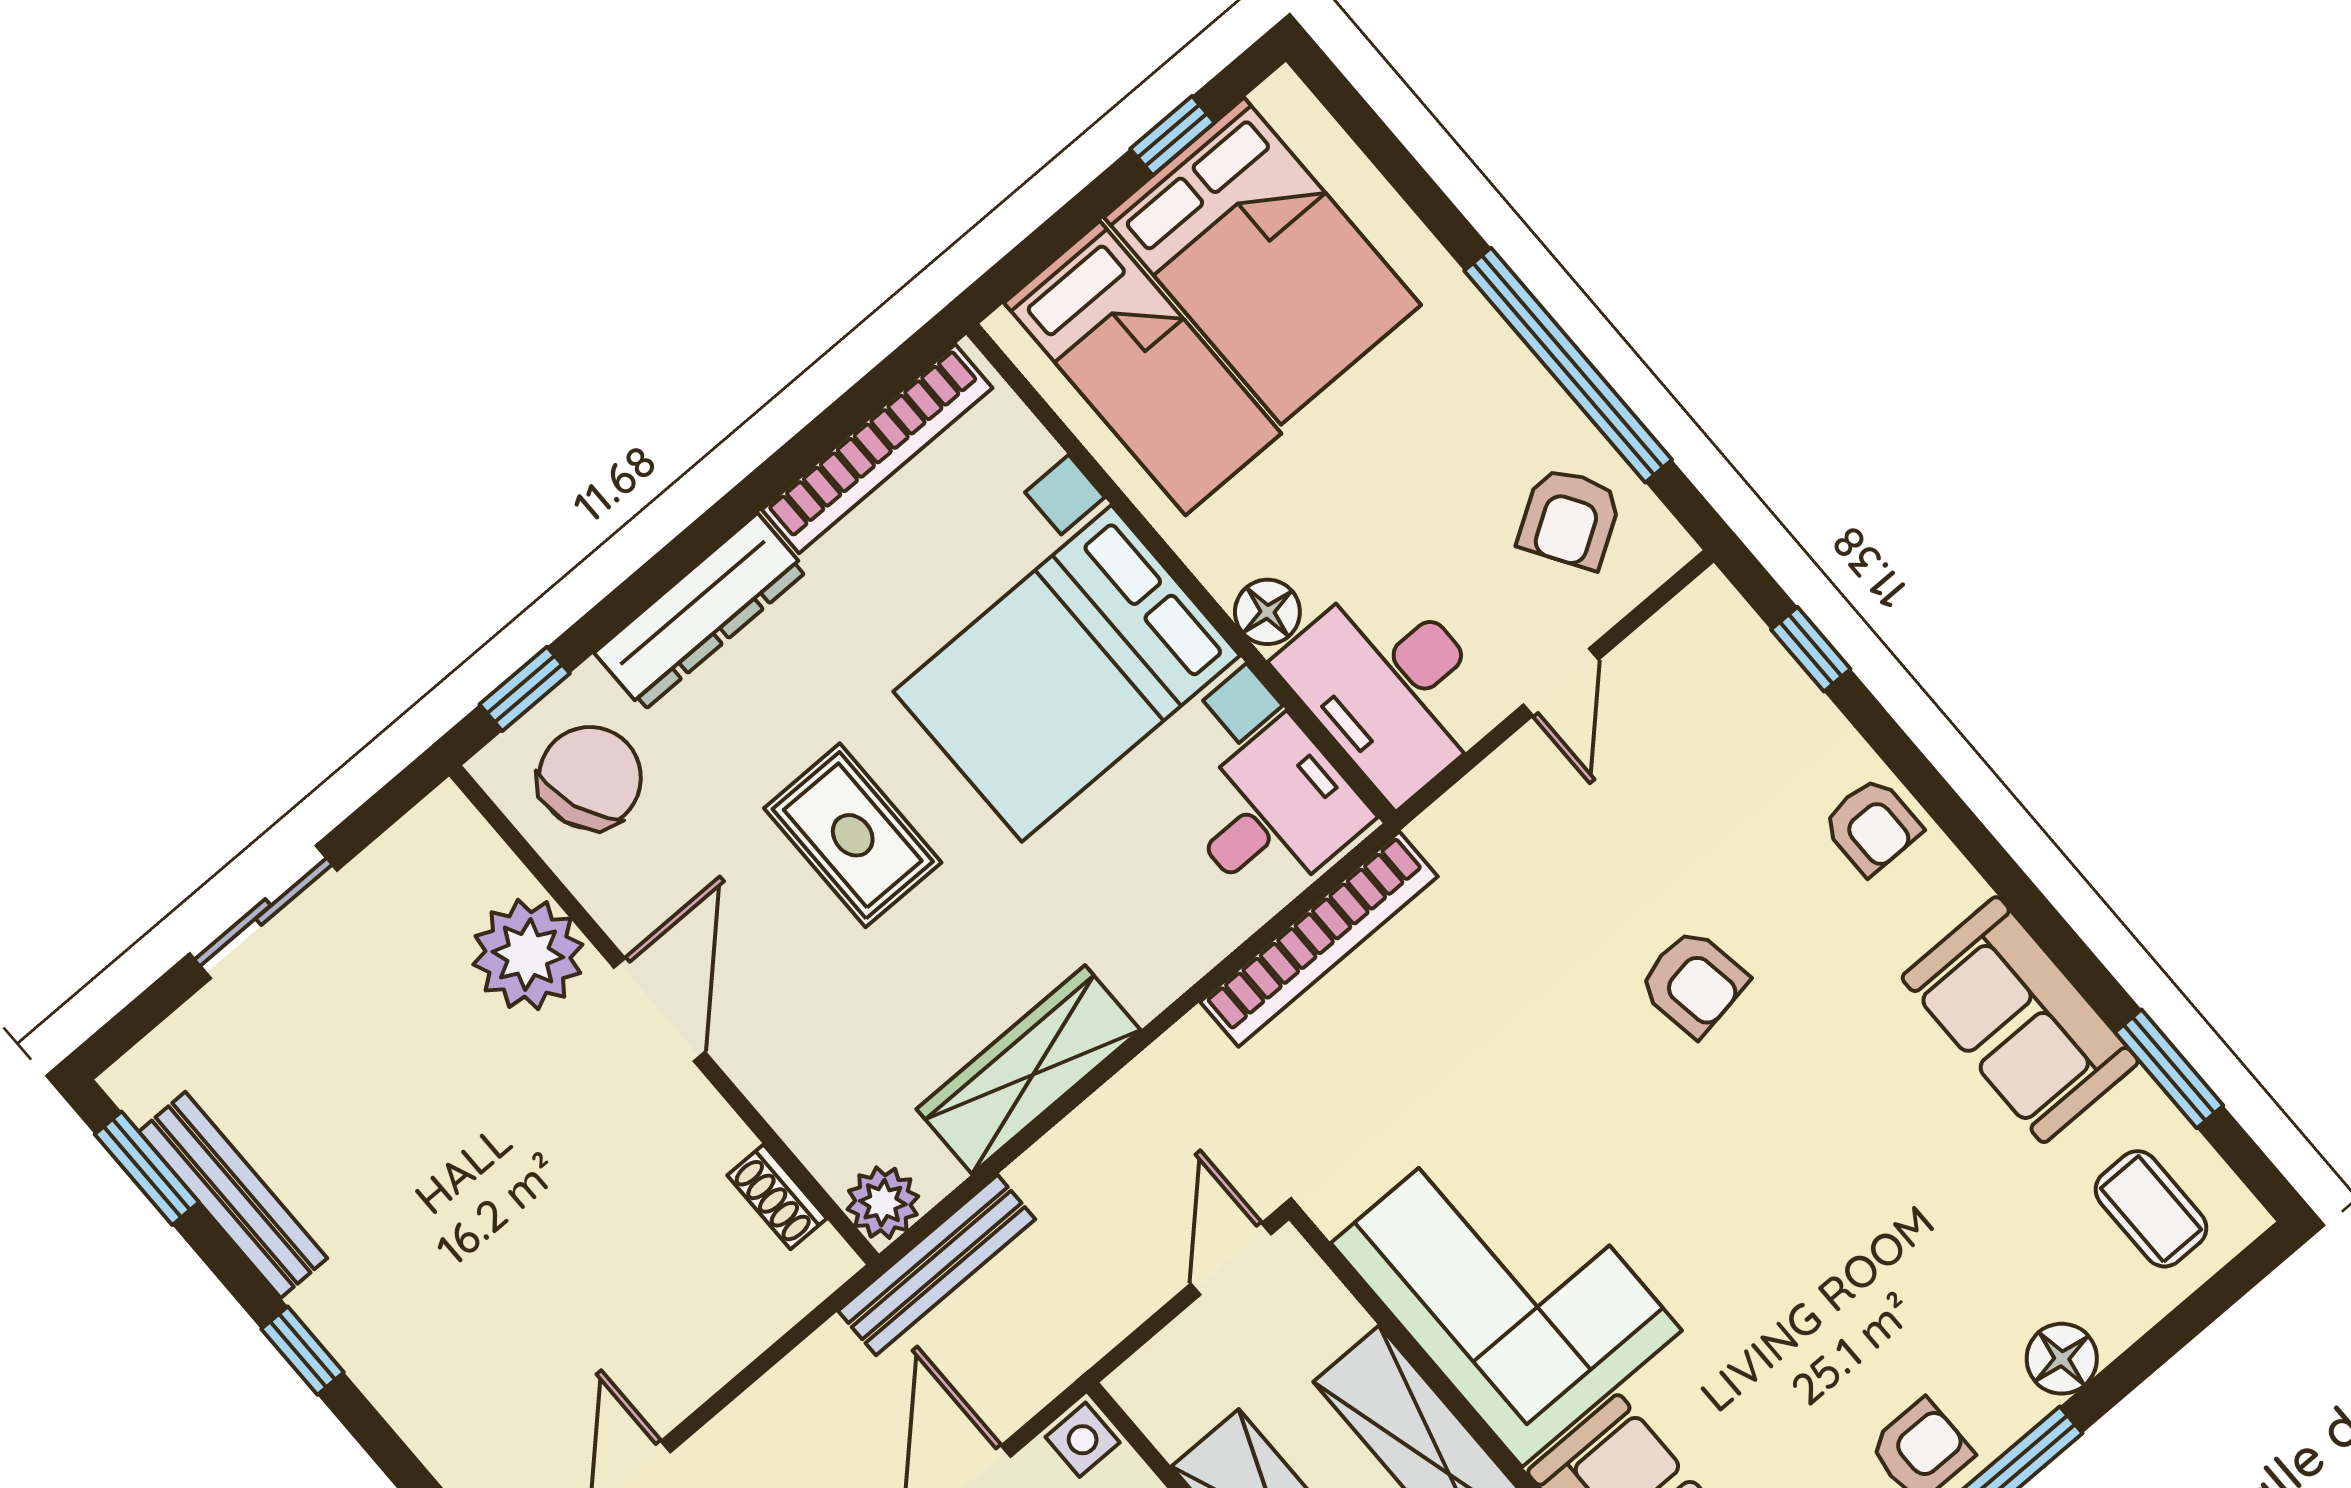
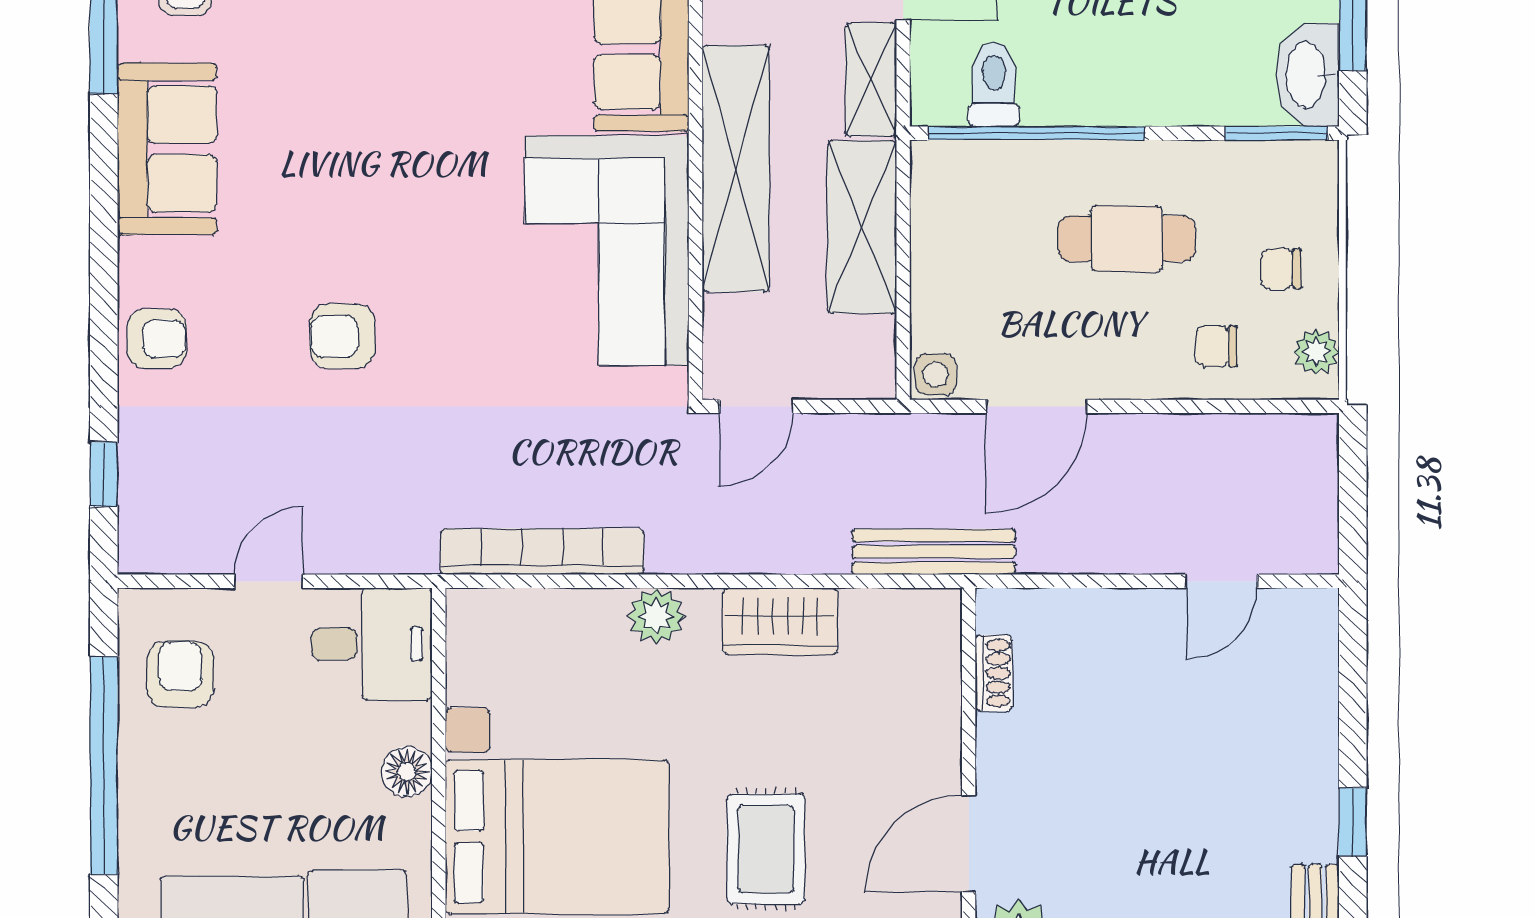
armchair: (1570, 518) -> (180, 674), turned -58
desk: (1391, 687) -> (372, 644), width x0.73
desk: (1275, 813) -> (505, 649), removed
armchair: (1872, 826) -> (157, 339), turned 90
armchair: (1693, 983) -> (342, 336), turned -81
wardrobe: (1029, 1070) -> (780, 621), width x0.67
plant: (883, 1203) -> (656, 616), moved

